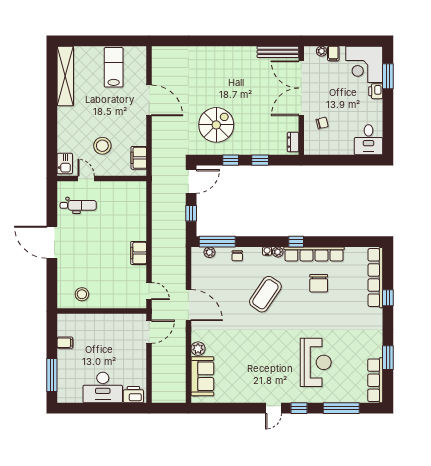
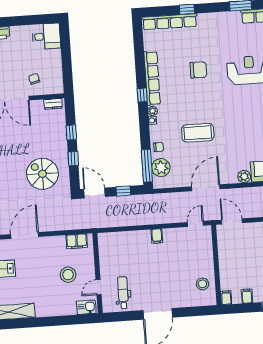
plant: (209, 252) -> (161, 168), width x1.88, depth x1.88
filing cabinet: (139, 253) -> (157, 236), width x0.50
chair: (319, 283) -> (198, 70), moved
coffee table: (265, 294) -> (198, 133), moved, turned -34
filing cabinet: (65, 320) -> (226, 298), added

